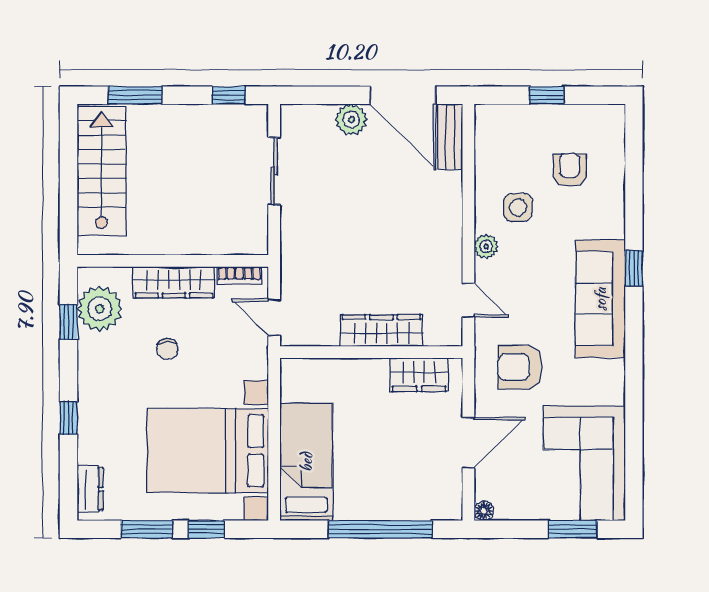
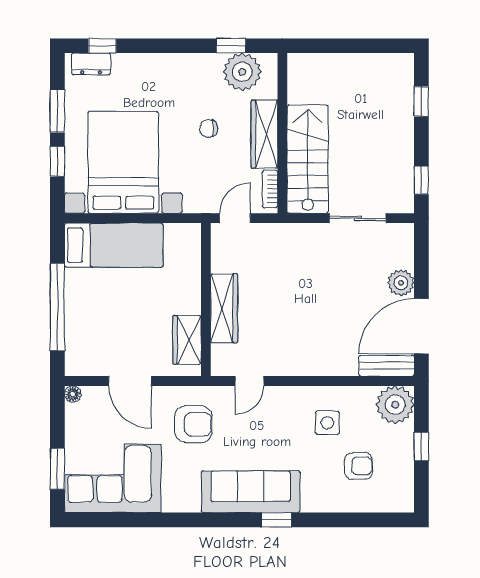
window: (135, 95) -> (421, 101), width x0.67
stairs: (101, 171) -> (308, 159), moved, turned -90
plant: (486, 246) -> (395, 405), moved, width x1.88, depth x1.88
armchair: (520, 367) -> (193, 424), turned 90
window: (69, 418) -> (102, 46), moved

